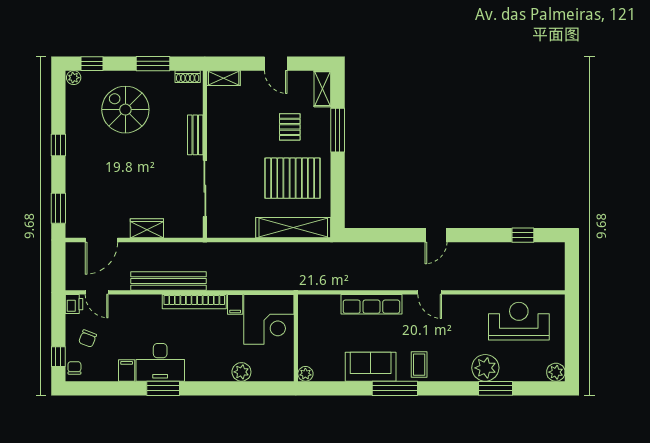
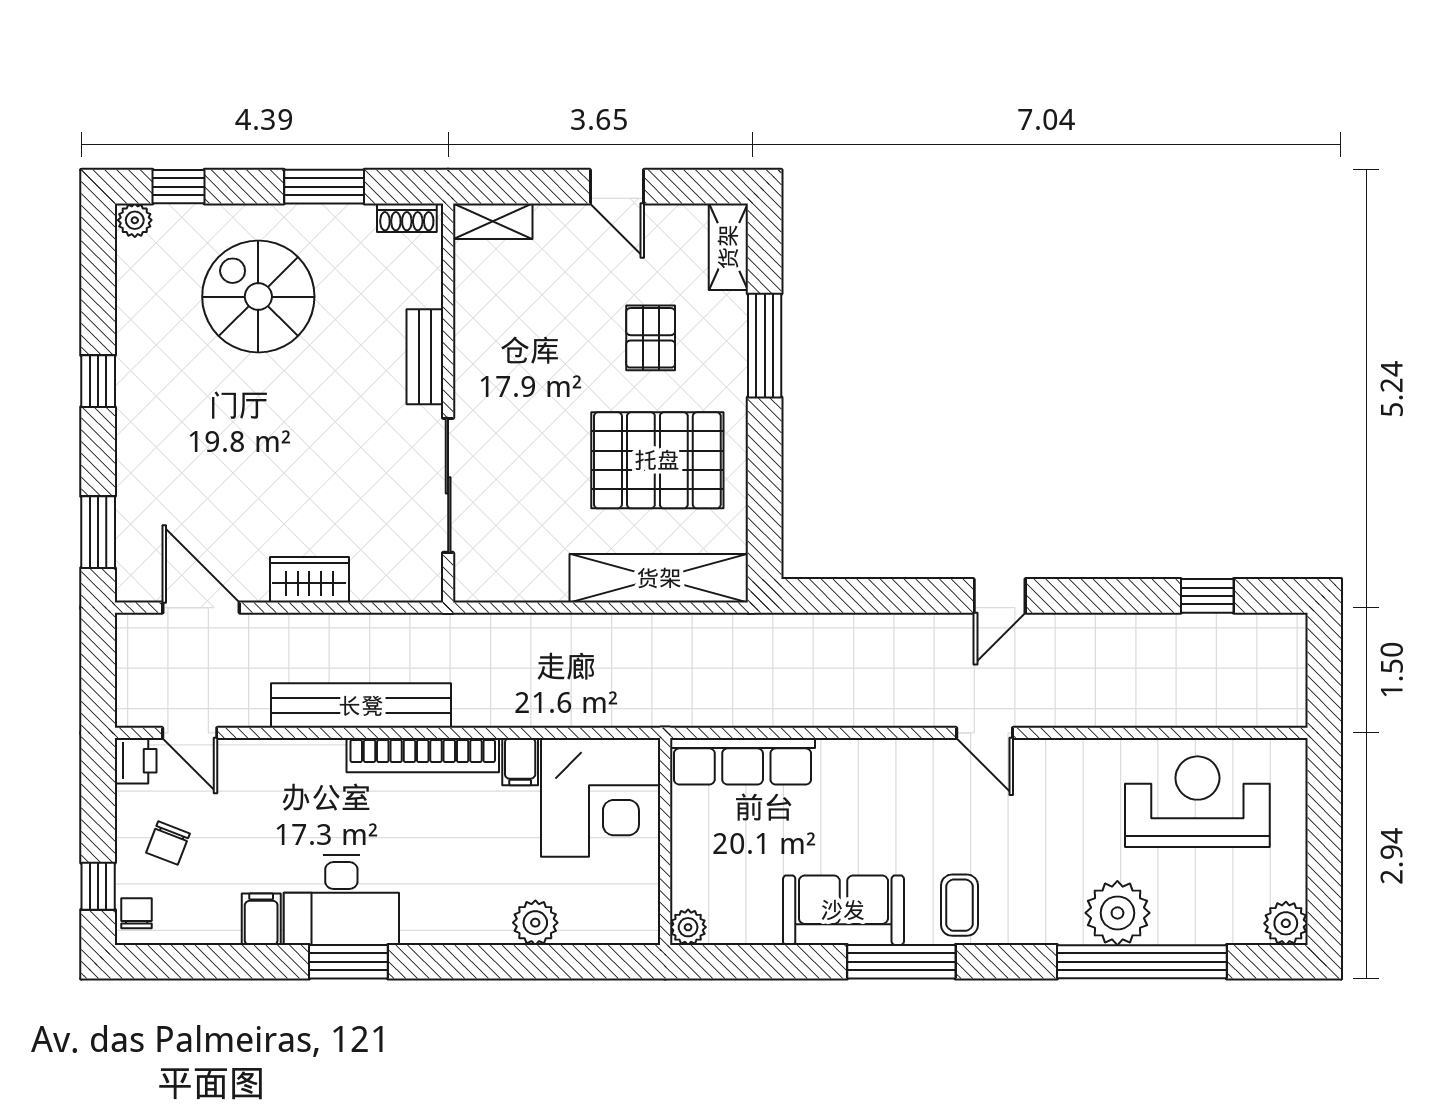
door: (101, 240) -> (201, 608), swing flipped
row of seats: (371, 304) -> (743, 761), moved
window: (496, 388) -> (1142, 962), width x2.11

